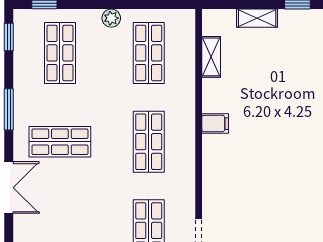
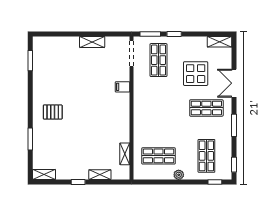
shop shelf: (149, 53) -> (158, 156), turned 90
filing cabinet: (215, 124) -> (123, 87), moved
shop shelf: (149, 142) -> (158, 108), removed
display table: (80, 205) -> (196, 74), added

